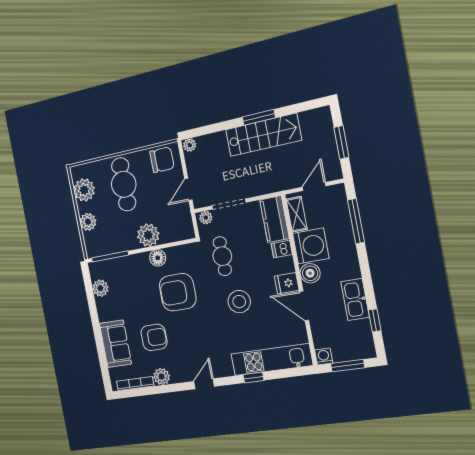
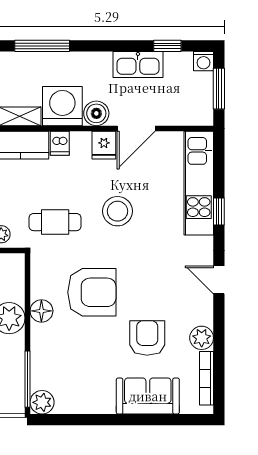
plant: (100, 288) -> (42, 402), moved
armchair: (178, 292) -> (92, 292), turned -90
washing machine: (324, 356) -> (204, 61), moved, turned -90

